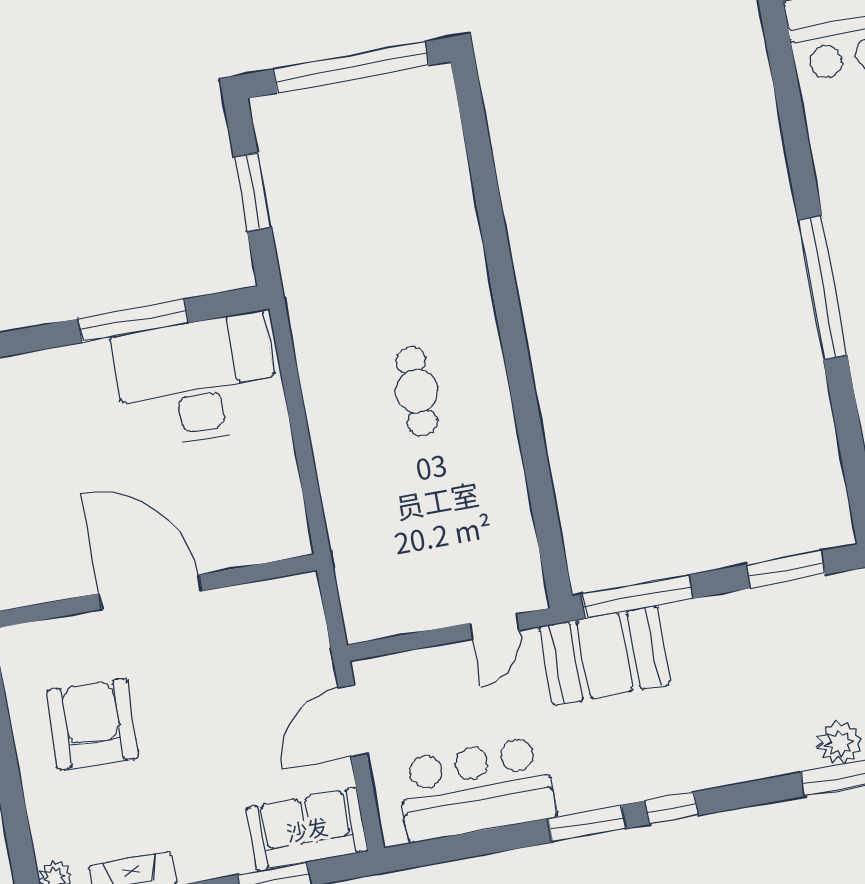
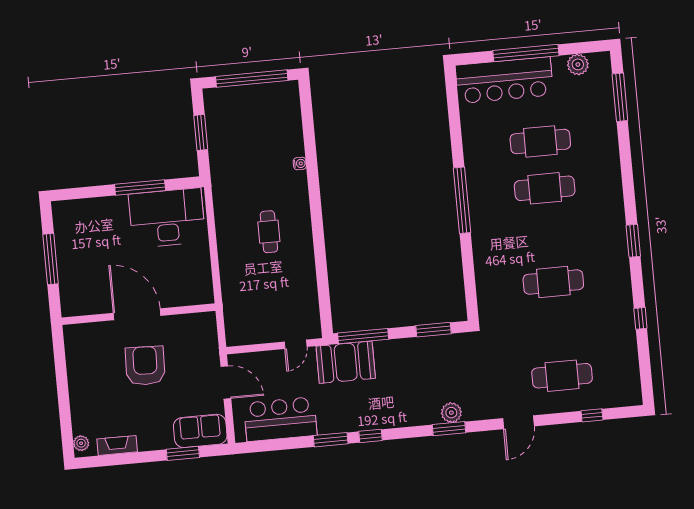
water cooler: (469, 240) -> (300, 163), added
door: (353, 721) -> (226, 382), swing flipped
armchair: (92, 724) -> (145, 366), moved

